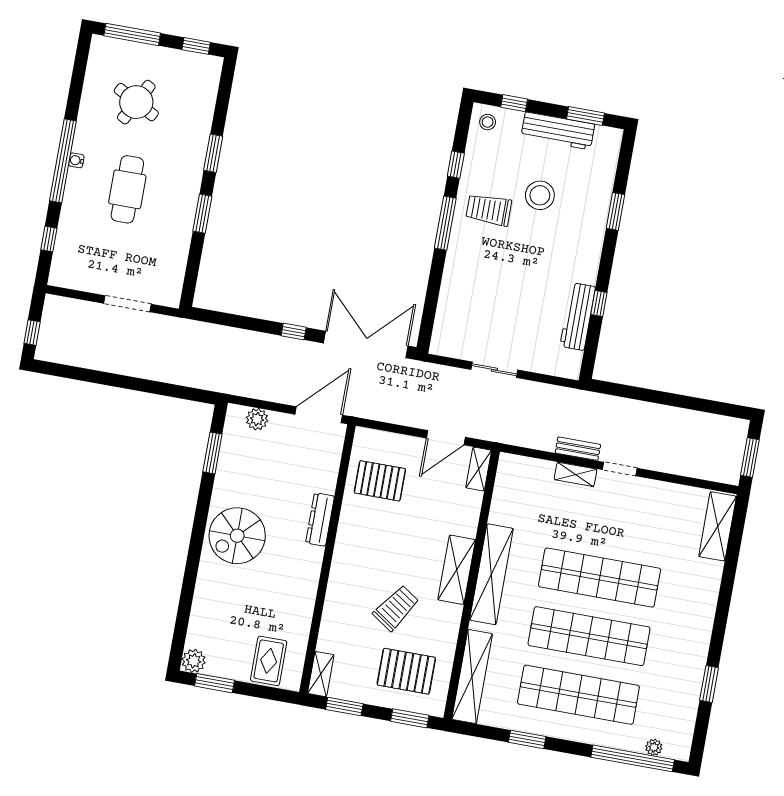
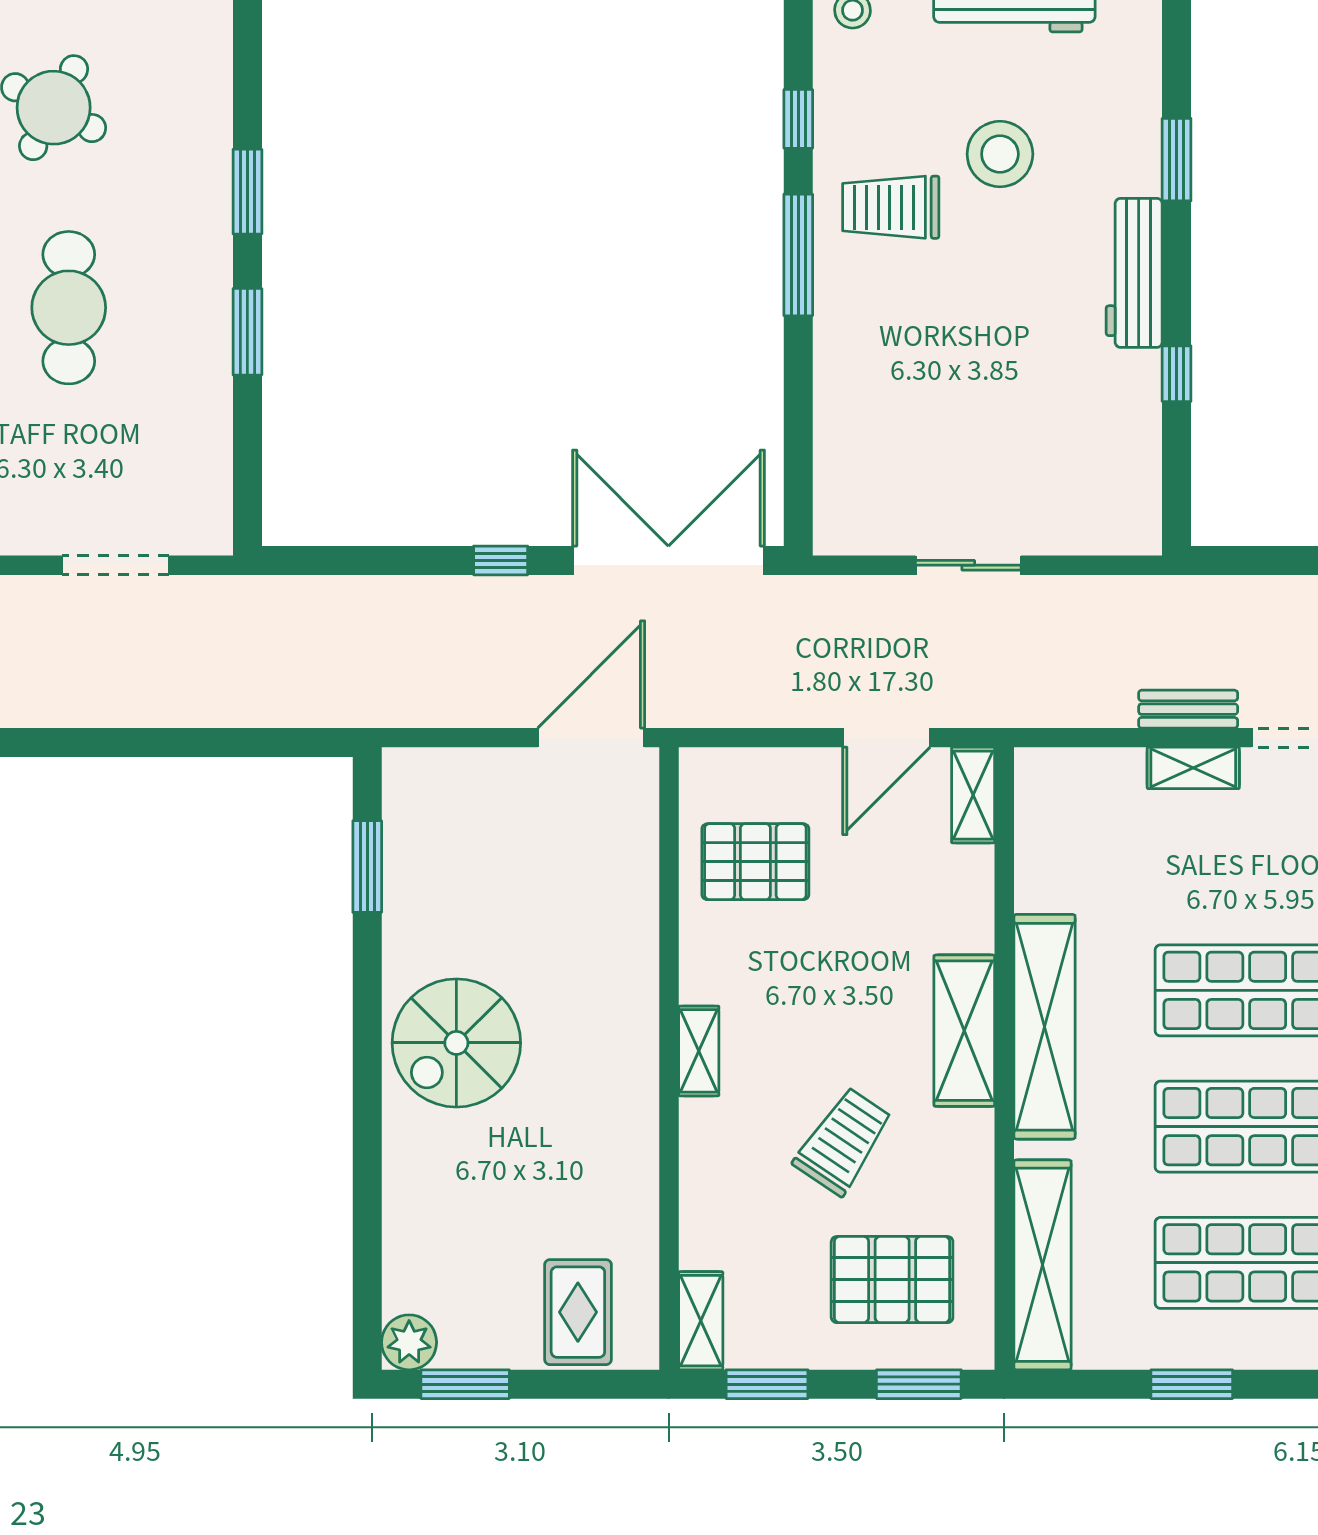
workbench: (578, 317) -> (1134, 273), moved
plant: (257, 419) -> (454, 773), removed
dresser: (320, 519) -> (636, 973), removed
shelving: (341, 558) -> (699, 1051), added

